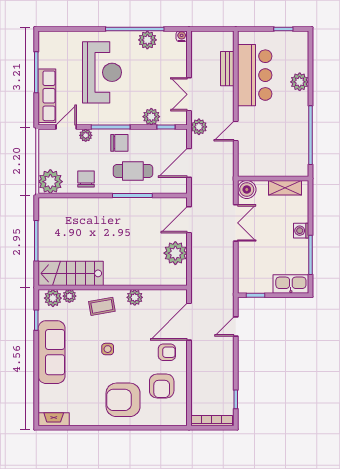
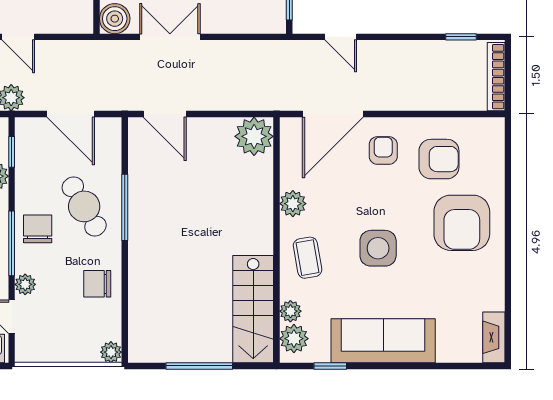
cafe table: (133, 171) -> (84, 206), turned -30
plant: (50, 182) -> (111, 352), width x0.53, depth x0.53
plant: (175, 253) -> (254, 136), moved
door: (189, 322) -> (333, 114), hinge flipped
side table: (108, 349) -> (378, 248), width x1.87, depth x1.87

